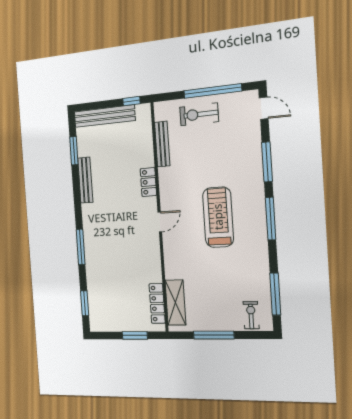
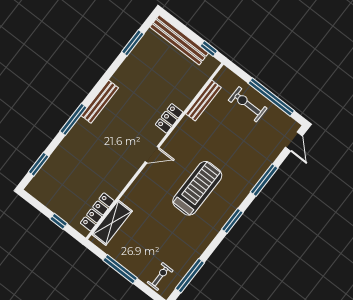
bench: (85, 180) -> (100, 102), moved
window: (271, 219) -> (232, 221), width x0.69
window: (135, 335) -> (59, 221), width x0.67

